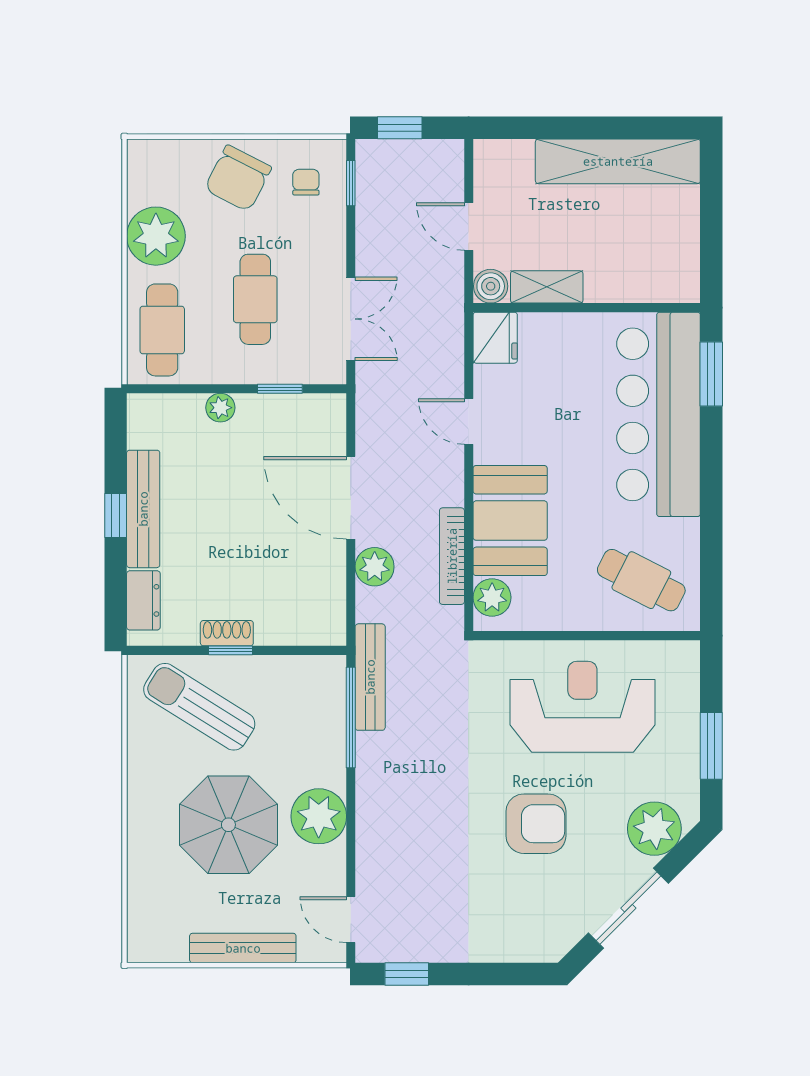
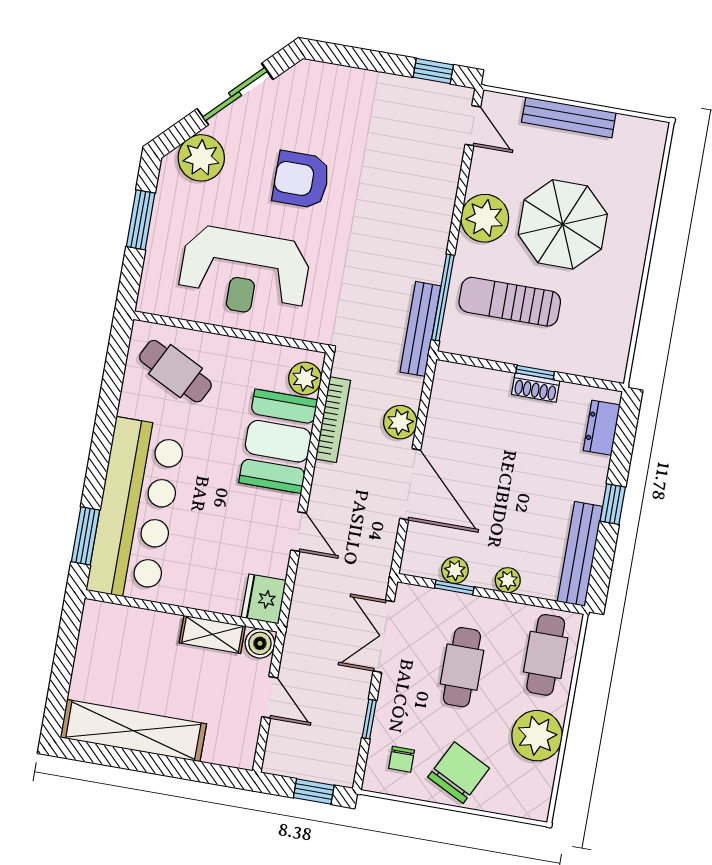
window: (351, 183) -> (369, 719), moved
plant: (283, 409) -> (455, 570), added
bench: (143, 509) -> (580, 554), moved
sun lounger: (199, 707) -> (510, 302), moved, turned 148

